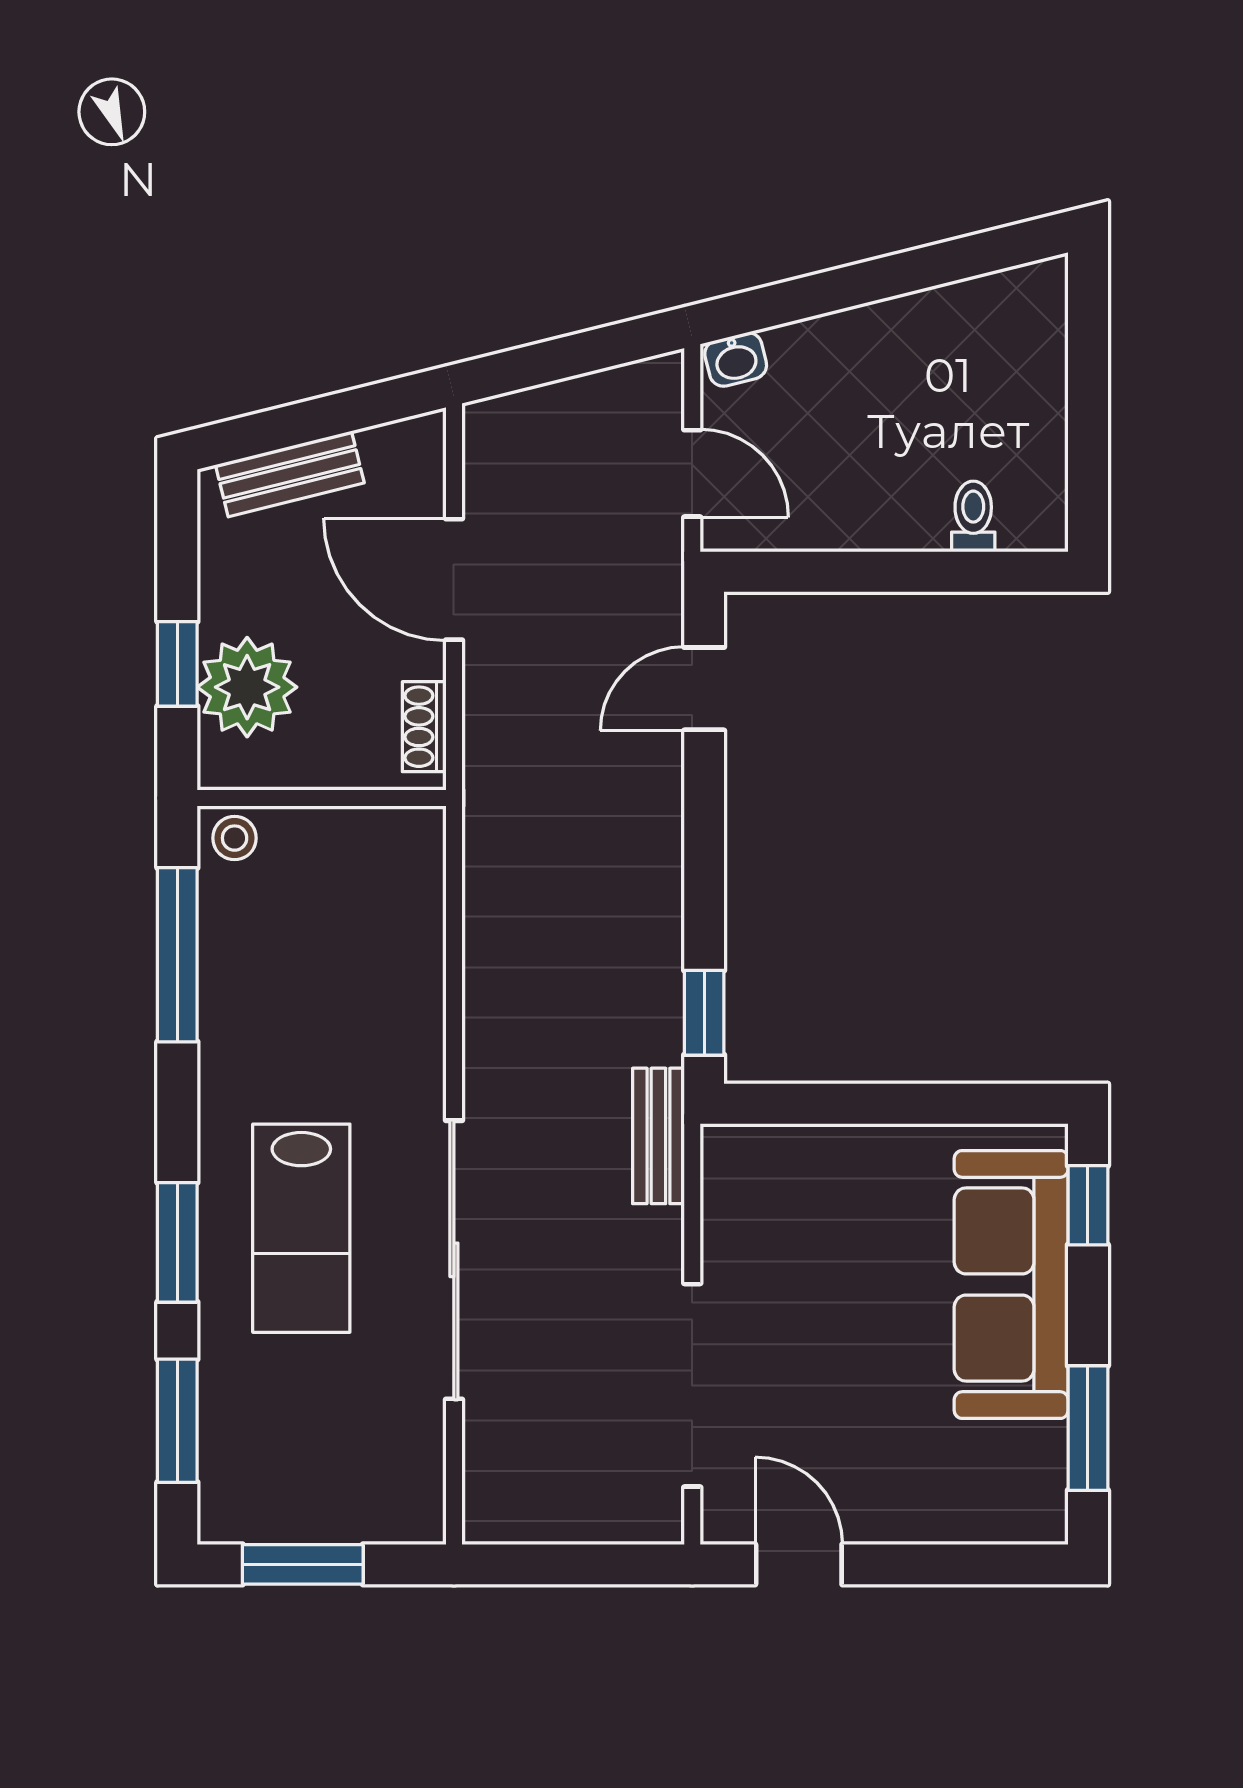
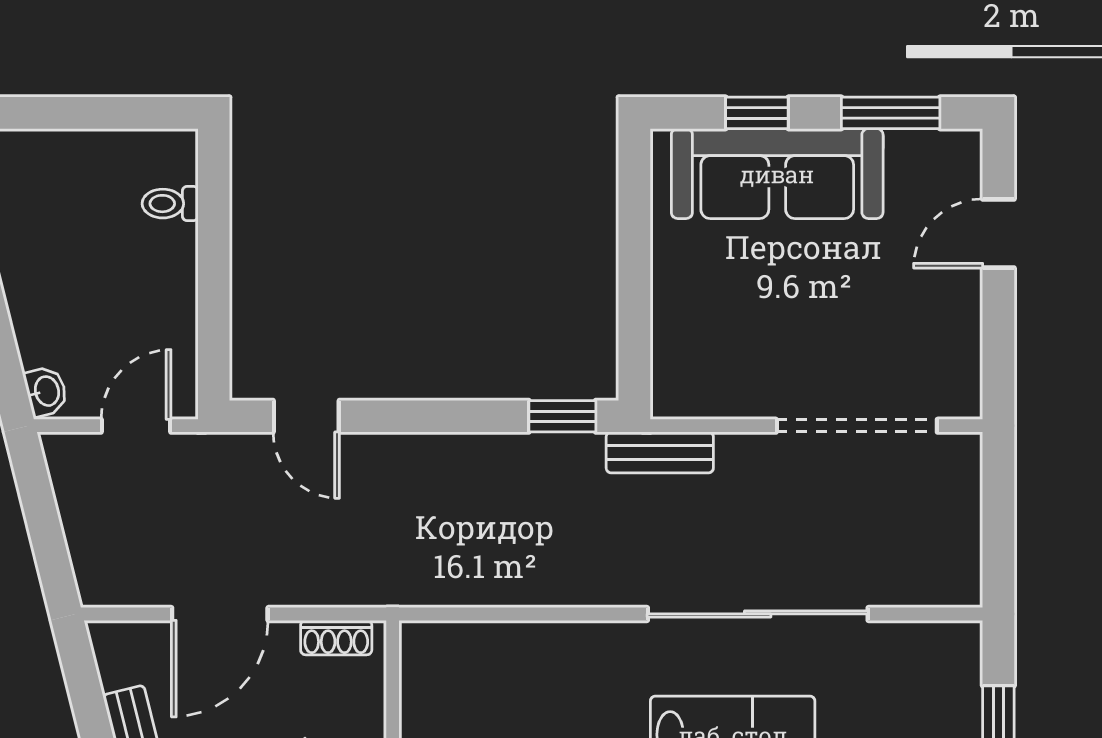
window: (1088, 1205) -> (757, 113), moved
door: (799, 1564) -> (998, 233), moved

